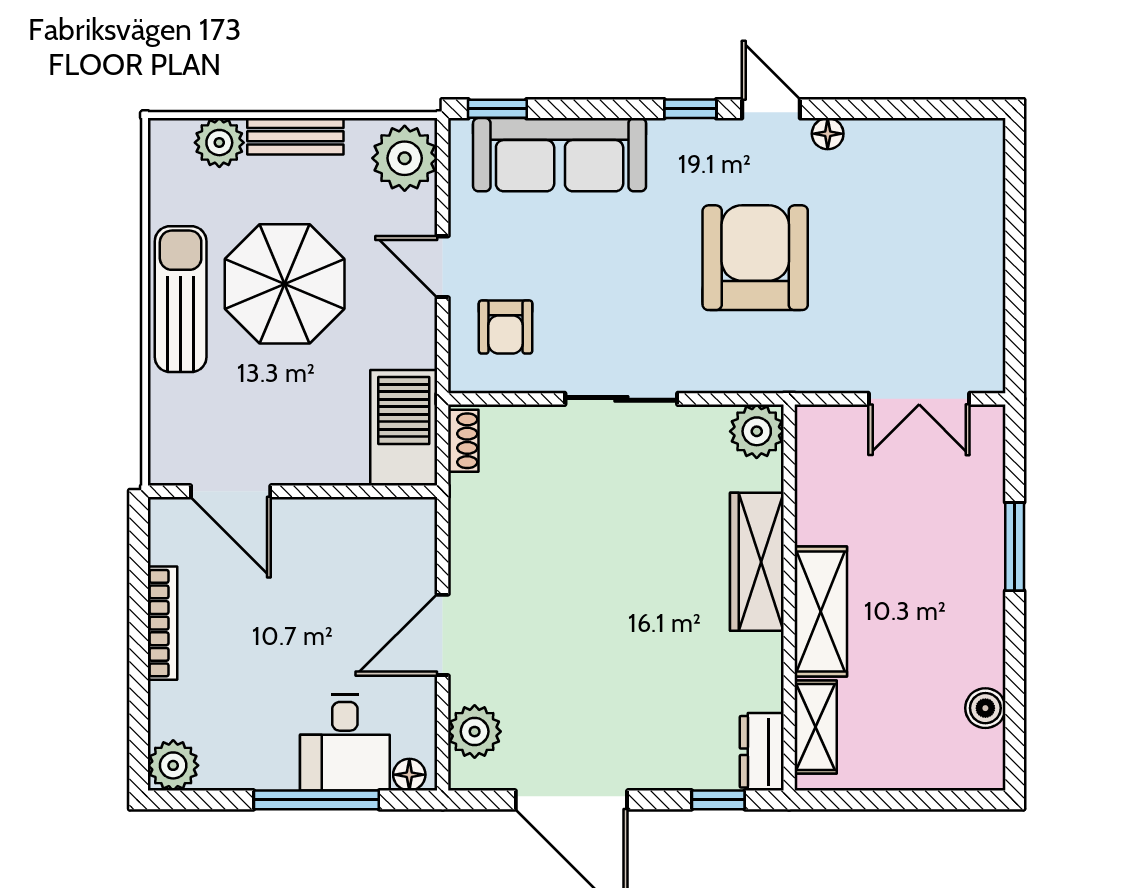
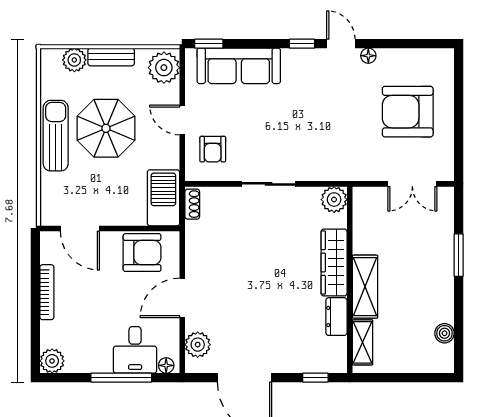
armchair: (755, 258) -> (408, 112), moved, turned -90
armchair: (359, 541) -> (142, 253), added
dresser: (762, 752) -> (336, 317), moved

